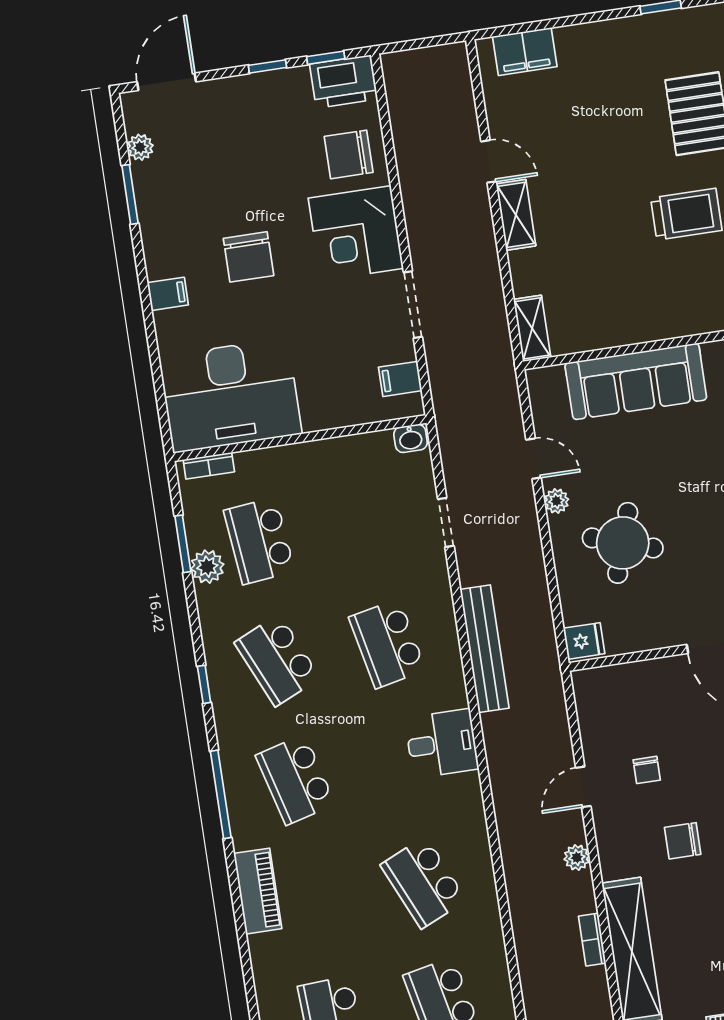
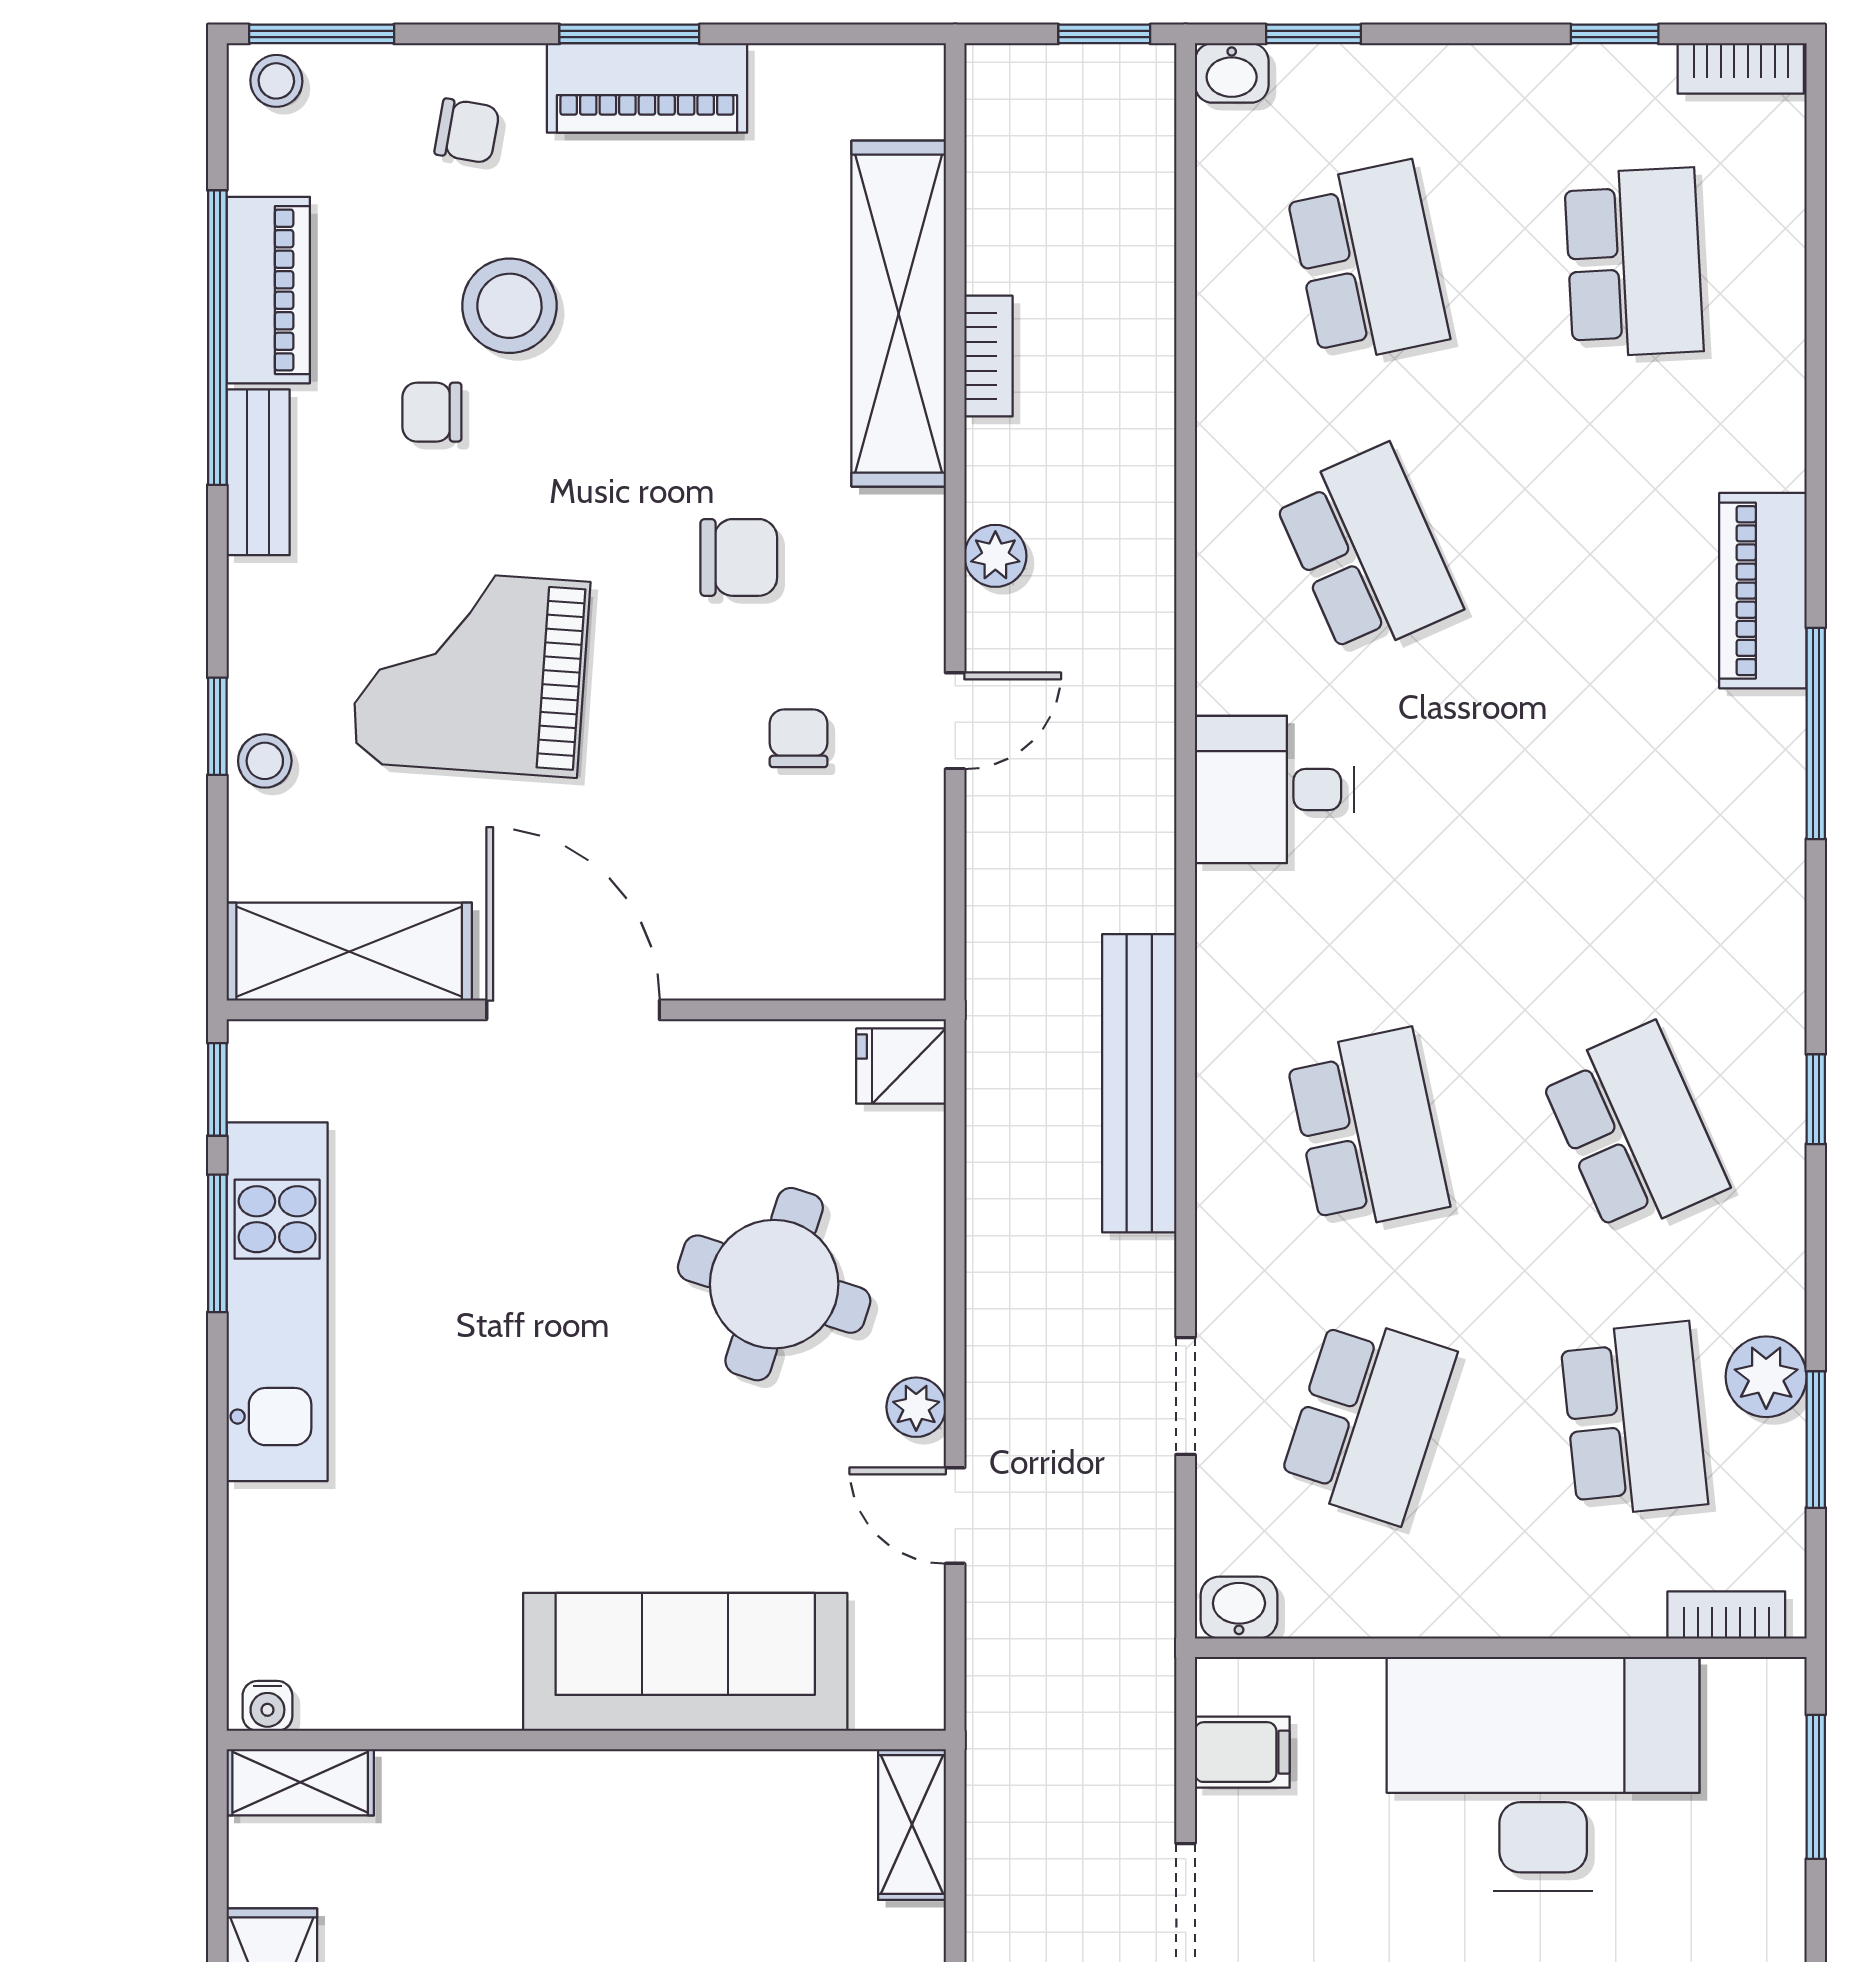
desk: (230, 395) -> (1543, 1774), moved
window: (161, 400) -> (1816, 1787), added
desk: (442, 743) -> (1274, 789), moved
school desk: (295, 780) -> (1368, 1419), moved, turned 33
window: (221, 794) -> (1816, 733), moved

